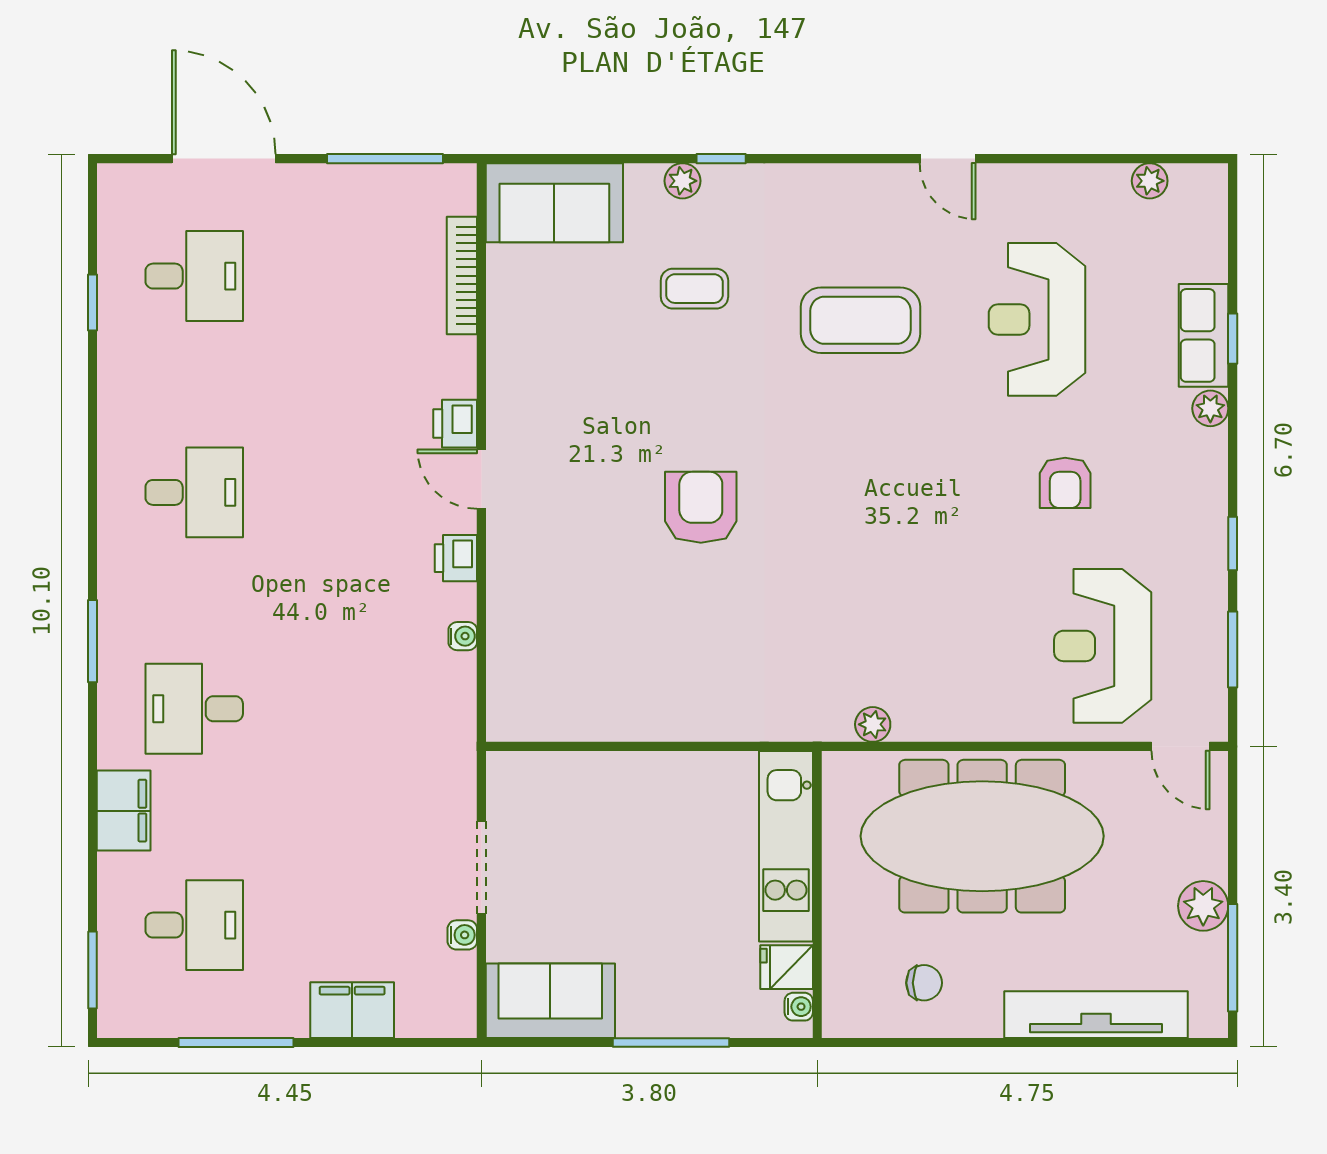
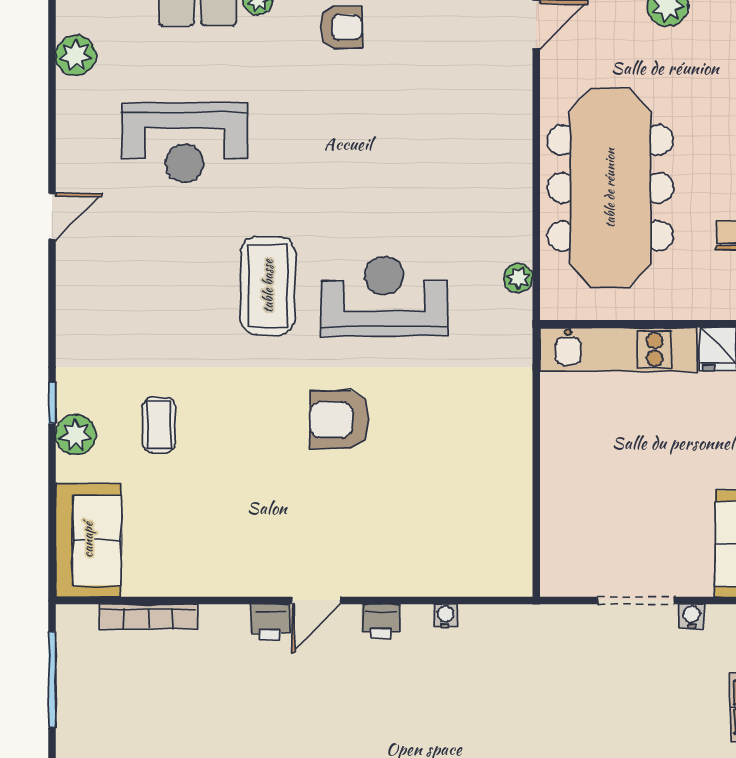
plant: (683, 181) -> (76, 435), width x1.38, depth x1.38
plant: (1150, 181) -> (76, 55), width x1.38, depth x1.38
coffee table: (861, 320) -> (268, 286), moved
armchair: (1065, 483) -> (341, 27), moved
reception desk: (1103, 646) -> (384, 296), moved, turned 180

